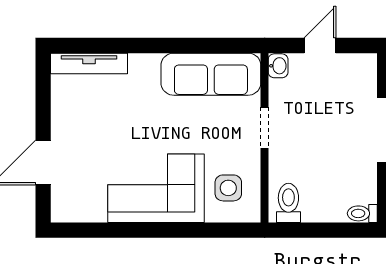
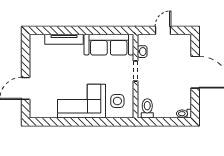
tv unit: (89, 63) -> (64, 39), moved
washbasin: (278, 66) -> (142, 52), moved

